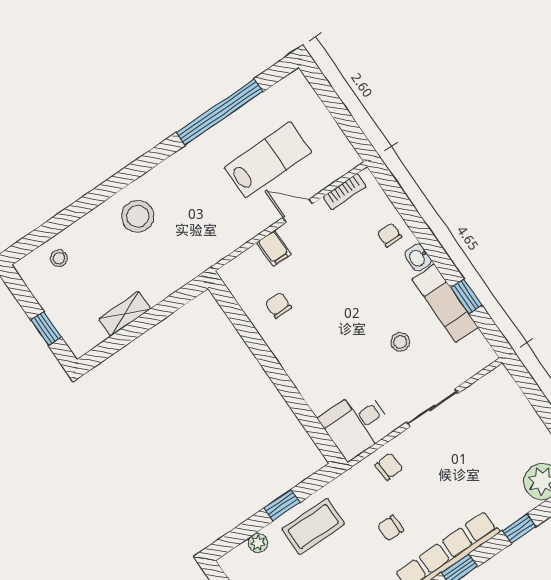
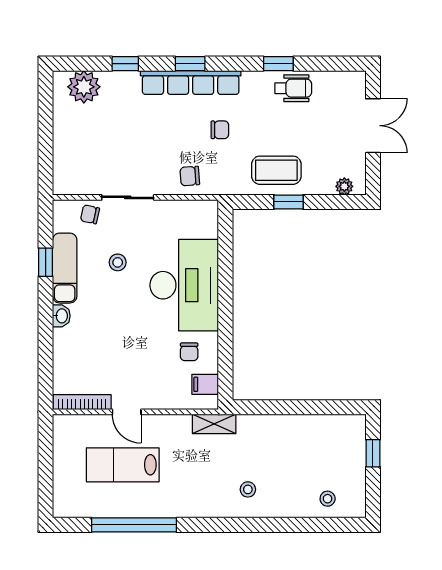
bookcase: (345, 192) -> (82, 402), width x1.56
stool: (138, 216) -> (248, 489), width x0.53, depth x0.53
chair: (389, 235) -> (90, 214), moved, turned 102
filing cabinet: (274, 248) -> (205, 384), moved, turned -90
shelving: (125, 314) -> (214, 424), moved
desk: (356, 424) -> (184, 285), moved, width x1.87, depth x1.30
plant: (258, 543) -> (344, 186), moved

